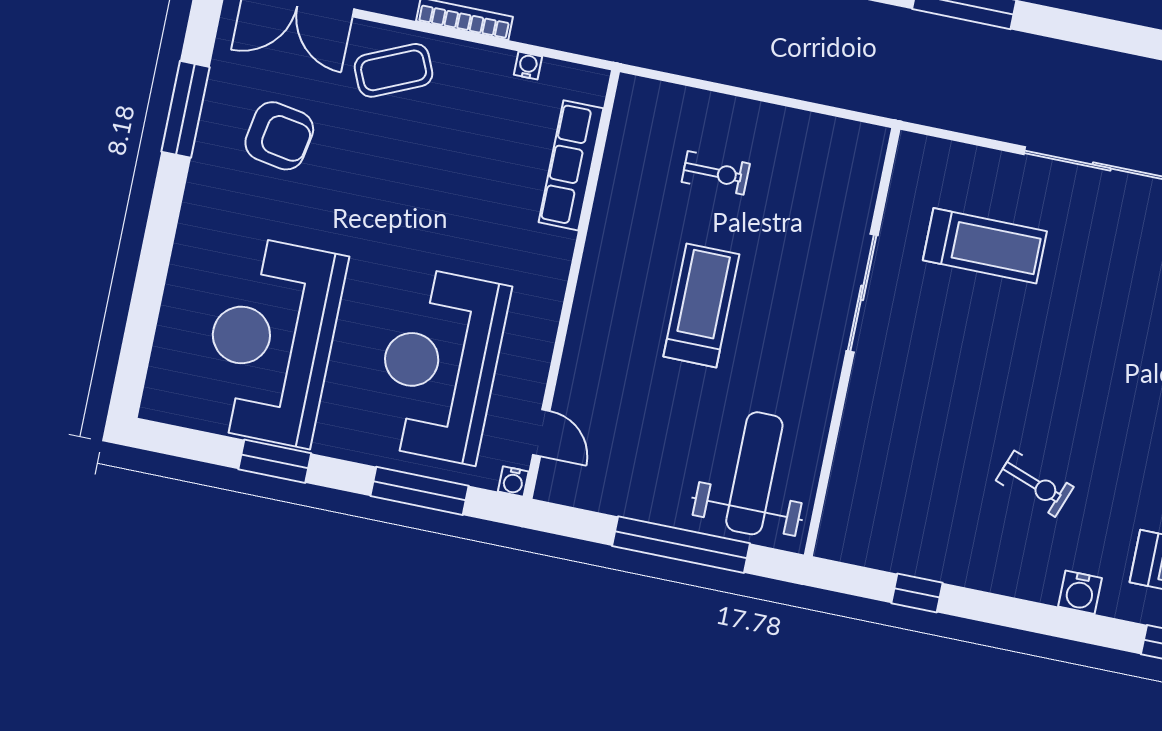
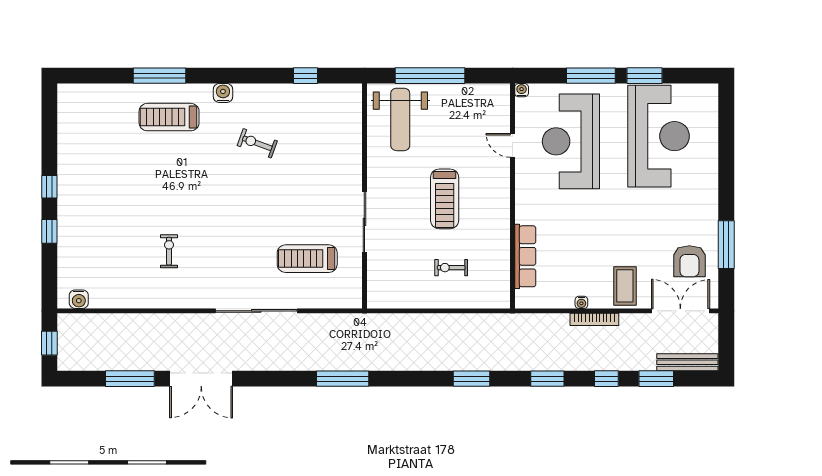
water cooler: (528, 66) -> (581, 302), moved
coffee table: (394, 70) -> (625, 286), turned -66
armchair: (279, 136) -> (689, 261), moved, turned -100
reception desk: (440, 365) -> (571, 141), turned 180
door: (541, 433) -> (512, 145), moved
window: (420, 491) -> (591, 76), moved

